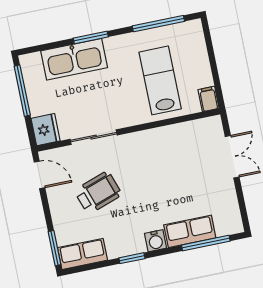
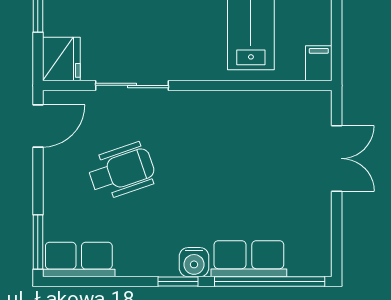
door: (39, 175) -> (38, 126), hinge flipped
window: (206, 243) -> (270, 281), width x1.46
window: (132, 258) -> (178, 281), moved

